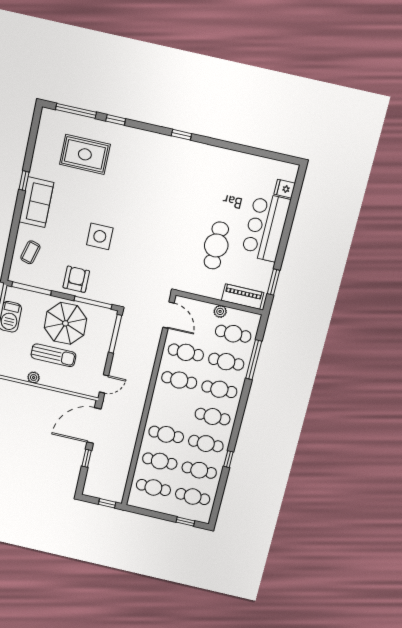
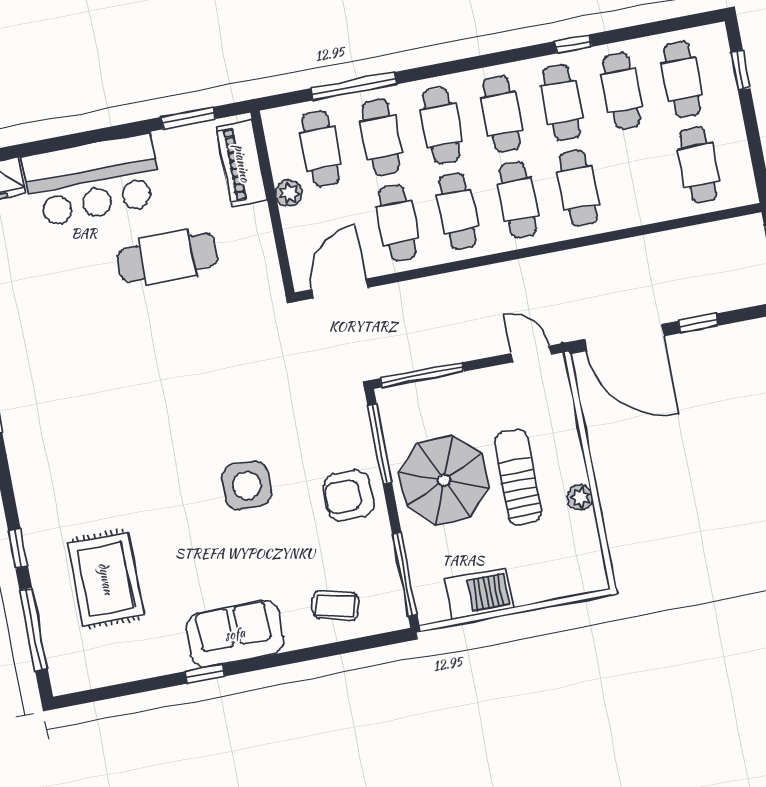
cafe table: (160, 461) -> (518, 200), moved

